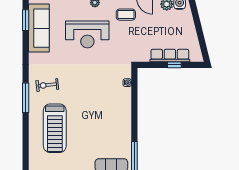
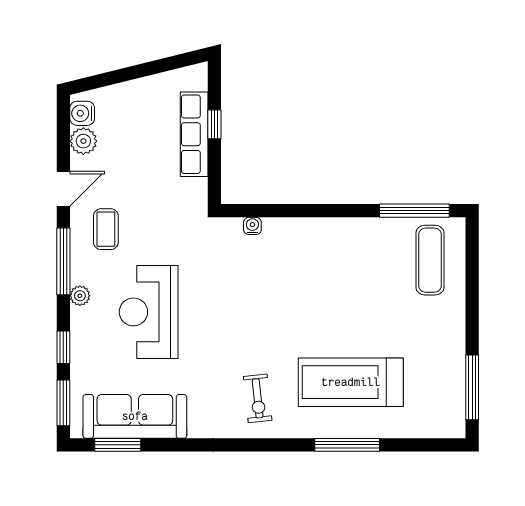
reception desk: (87, 34) -> (149, 312), turned 180
window: (26, 98) -> (347, 445), moved
treadmill: (55, 128) -> (351, 382), turned 180

